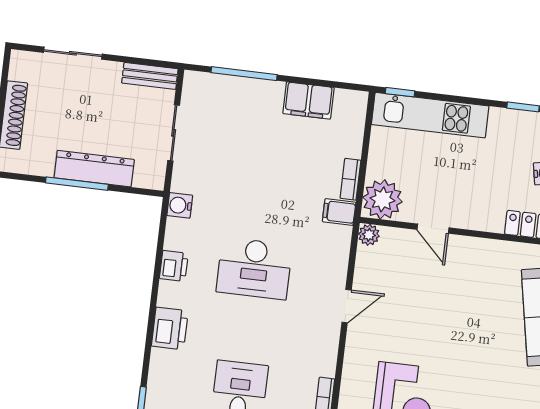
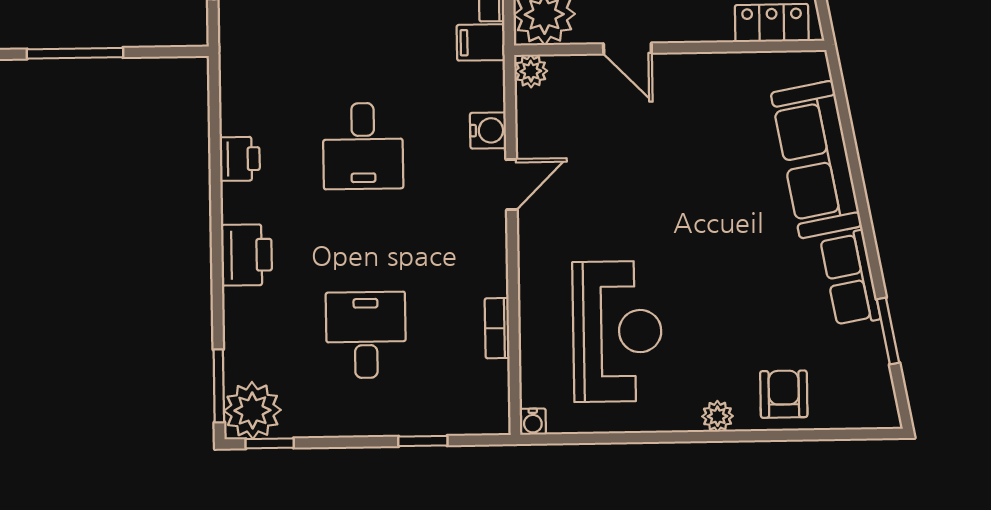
dresser: (94, 169) -> (98, 27), removed
water cooler: (180, 205) -> (488, 130), moved, turned 180
desk: (254, 268) -> (363, 146), width x0.73

